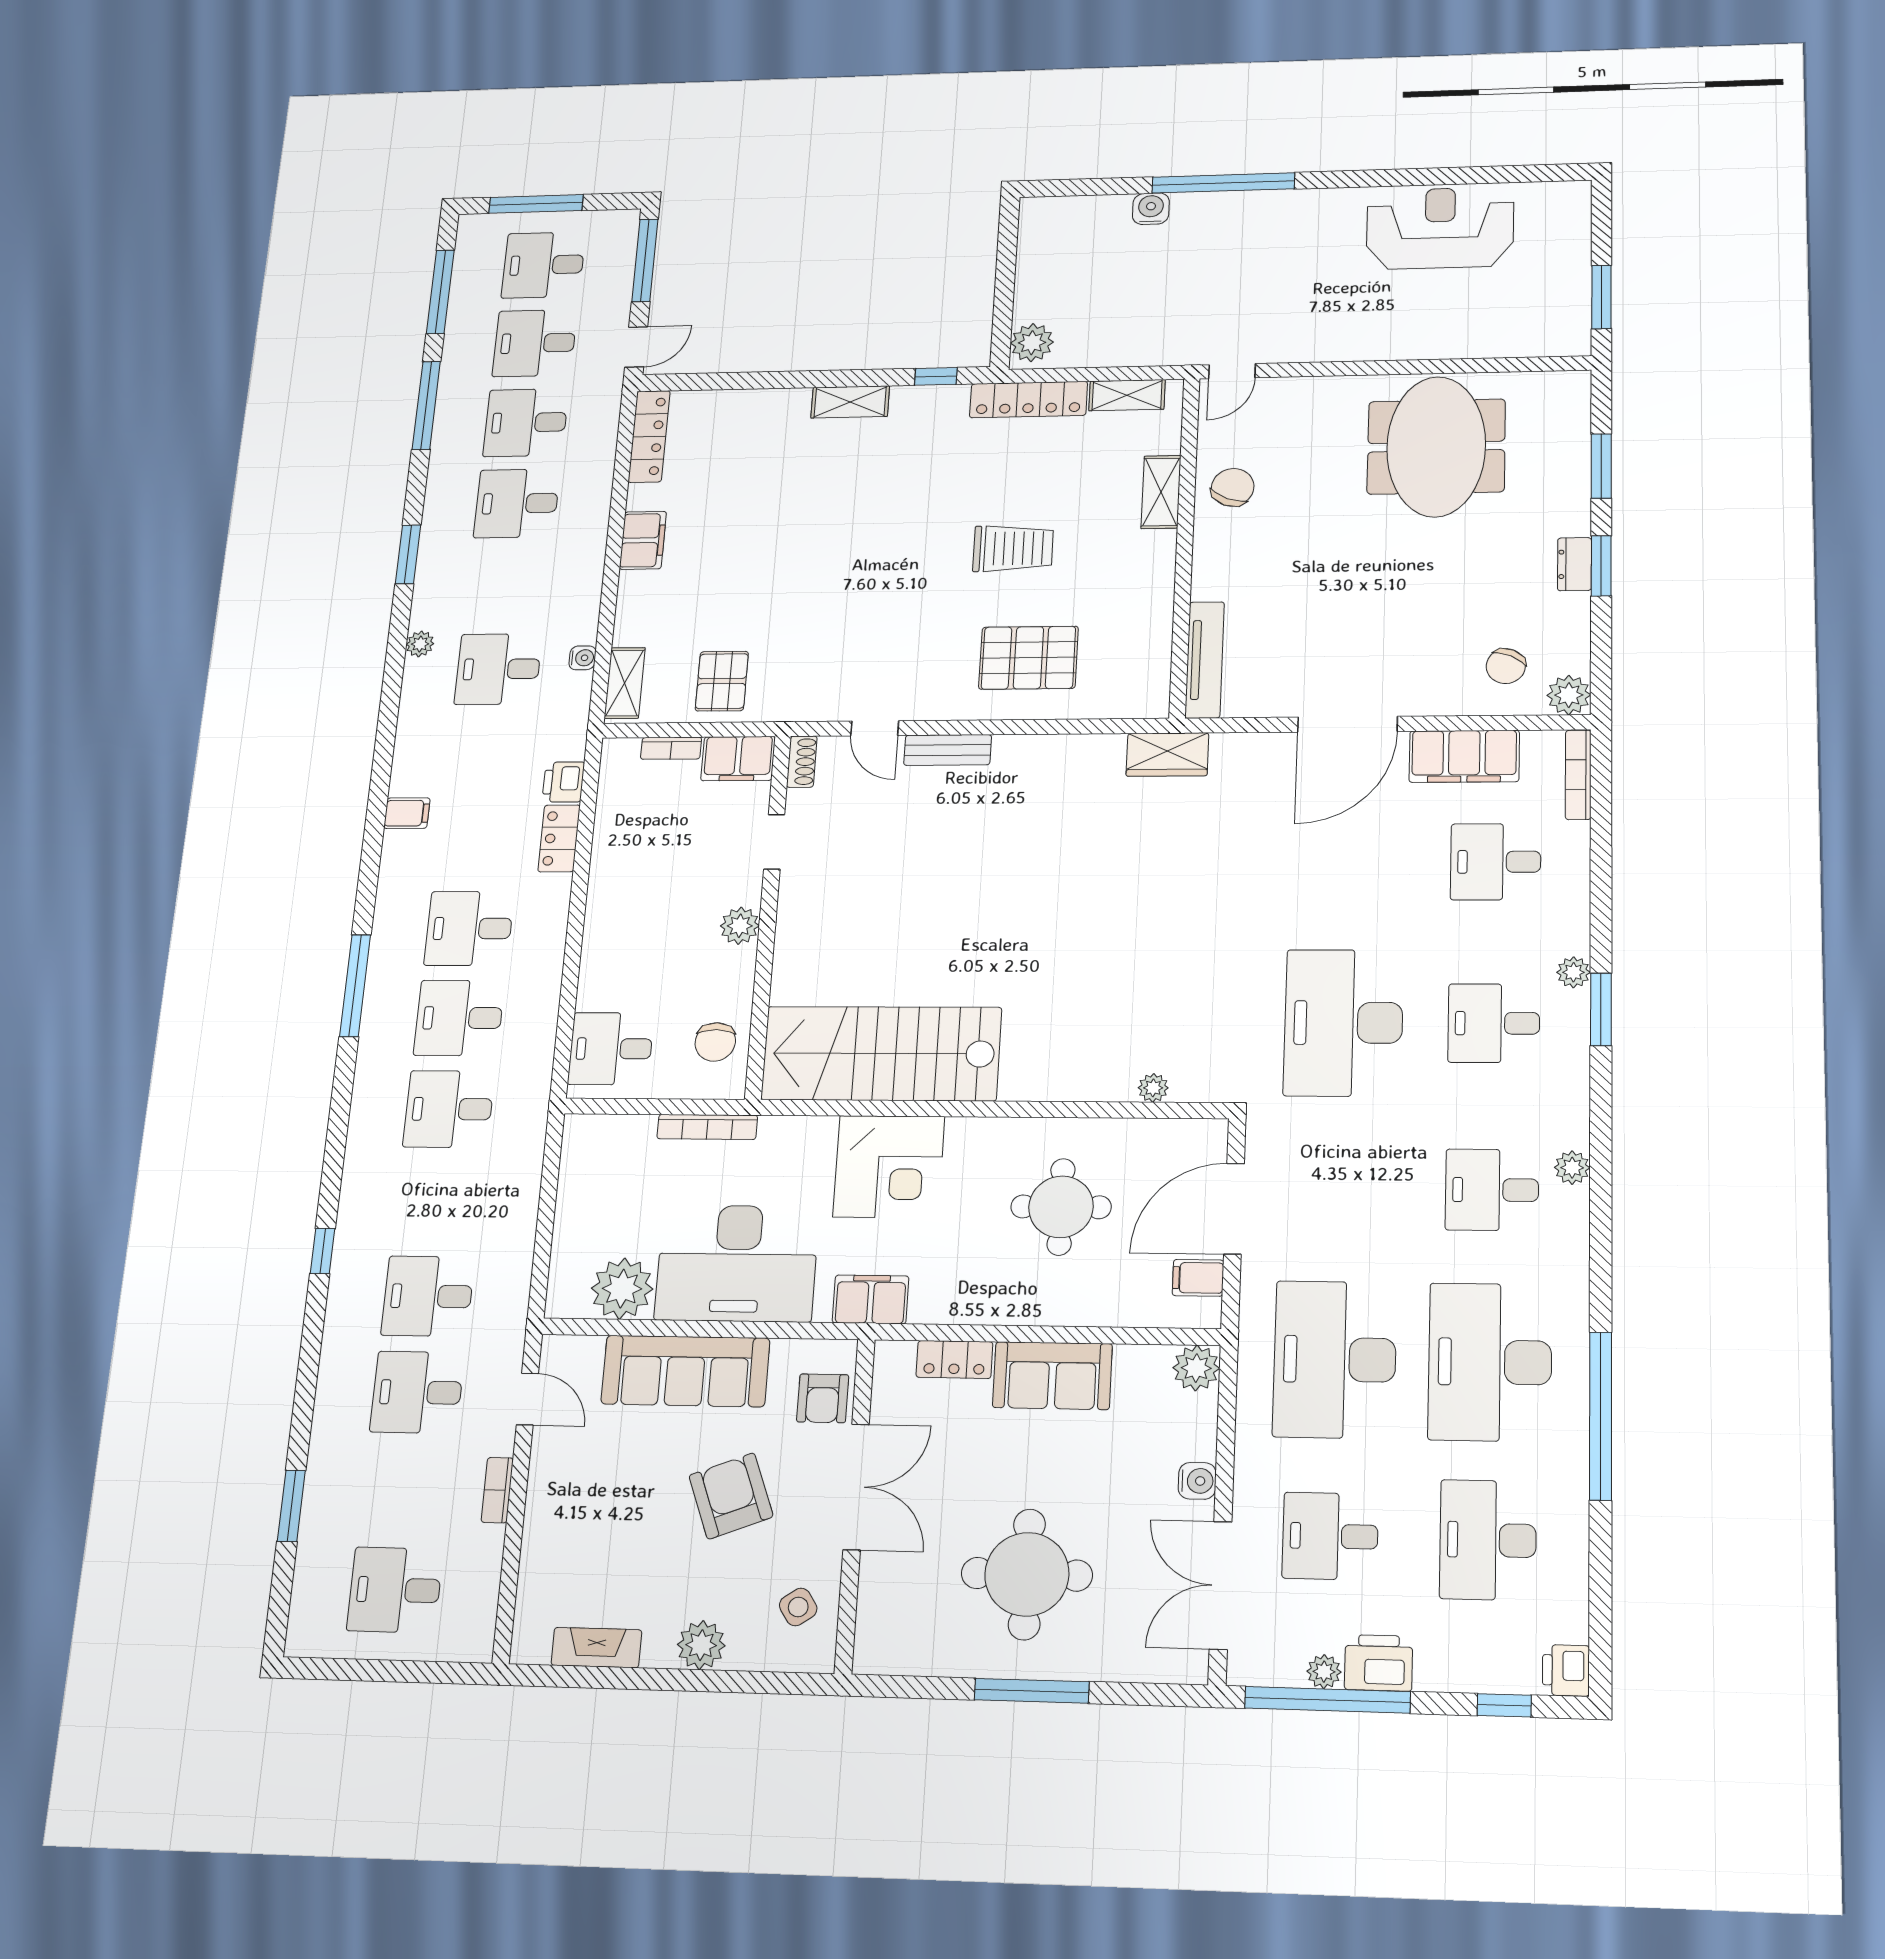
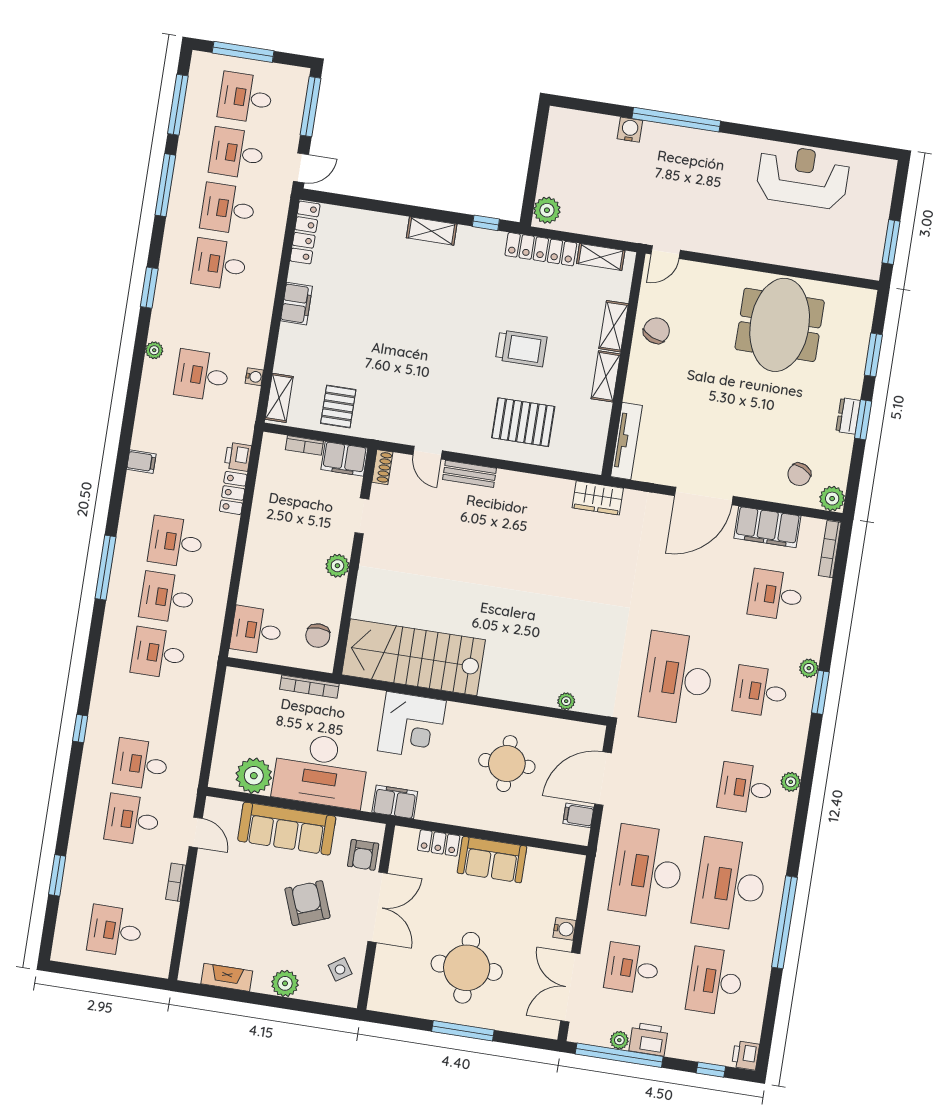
shelving: (1157, 568) -> (606, 376), added
plant: (1196, 1368) -> (571, 866), removed

